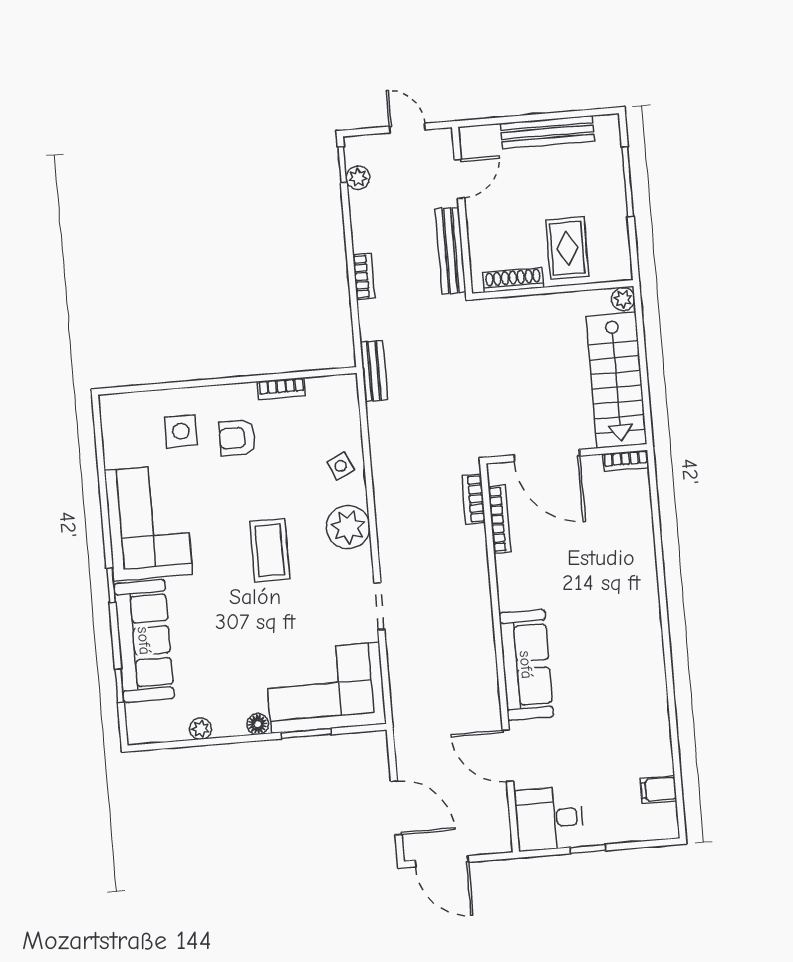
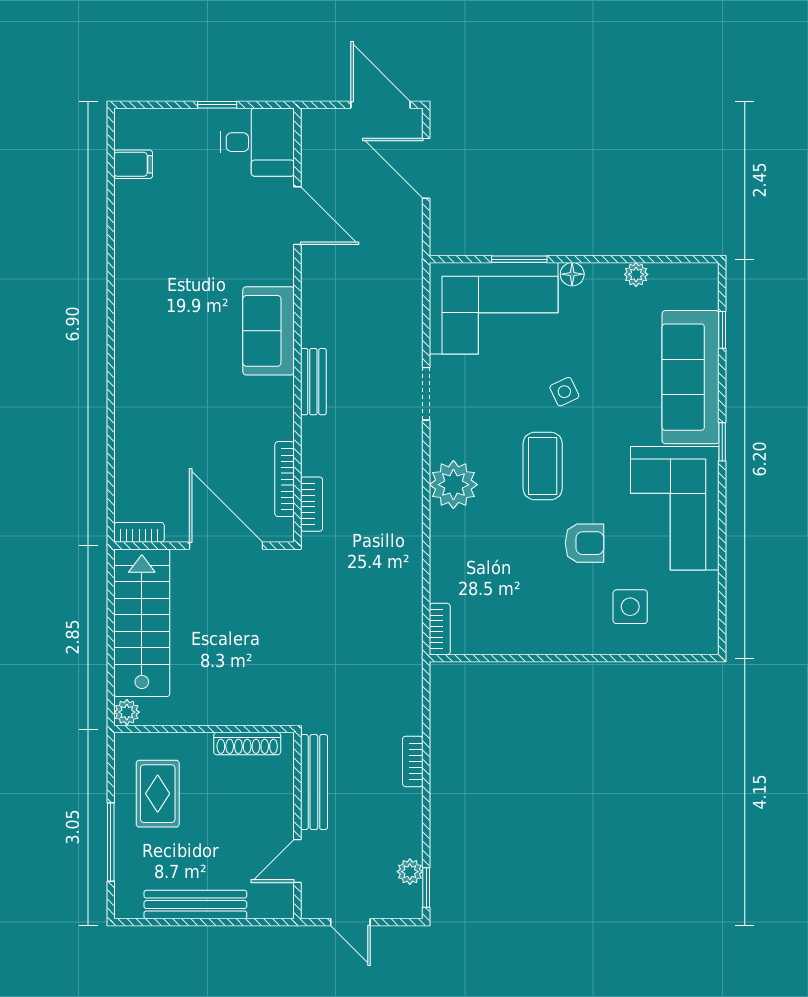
rug: (567, 248) -> (158, 794), moved
bench: (374, 371) -> (313, 382), moved
bookcase: (281, 389) -> (440, 629), moved, turned 90
armchair: (237, 438) -> (584, 543), moved
side table: (341, 466) -> (564, 392), moved
sofa: (526, 665) -> (269, 331), width x0.73

